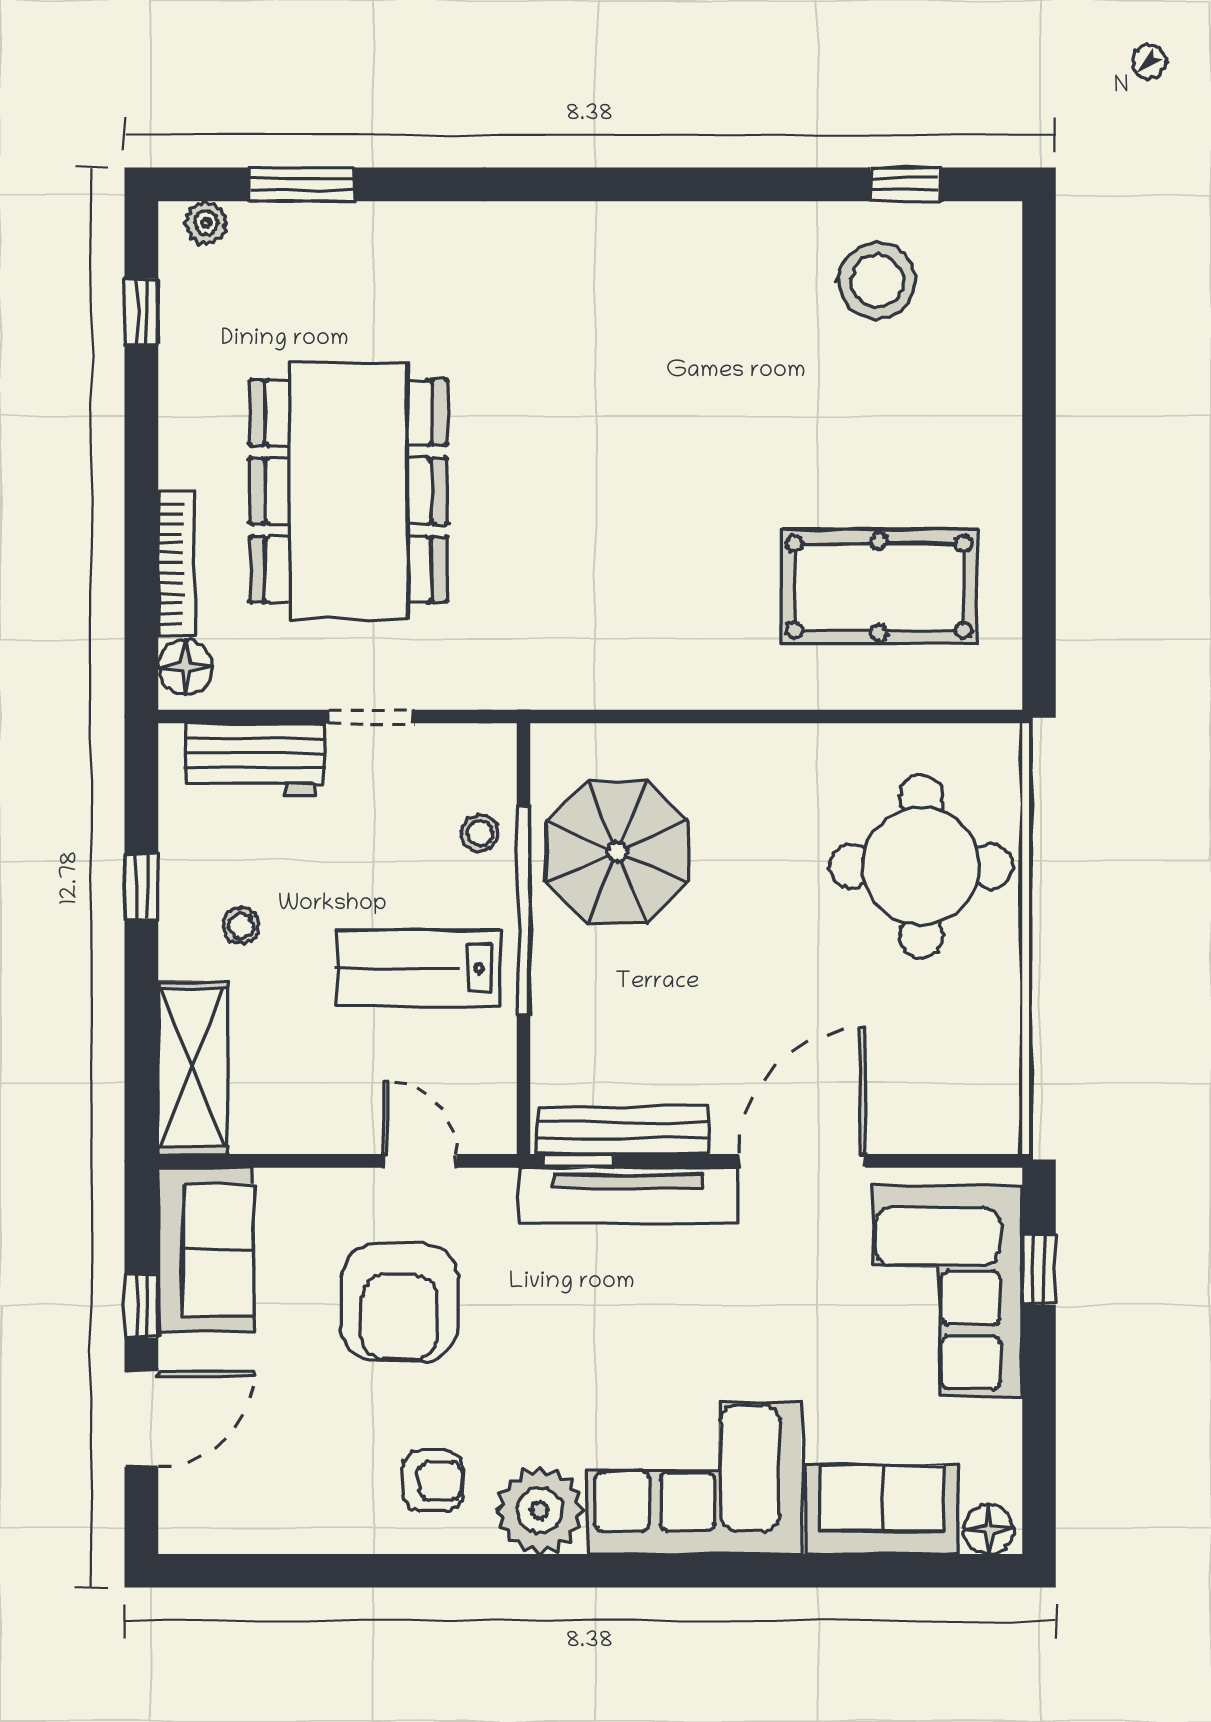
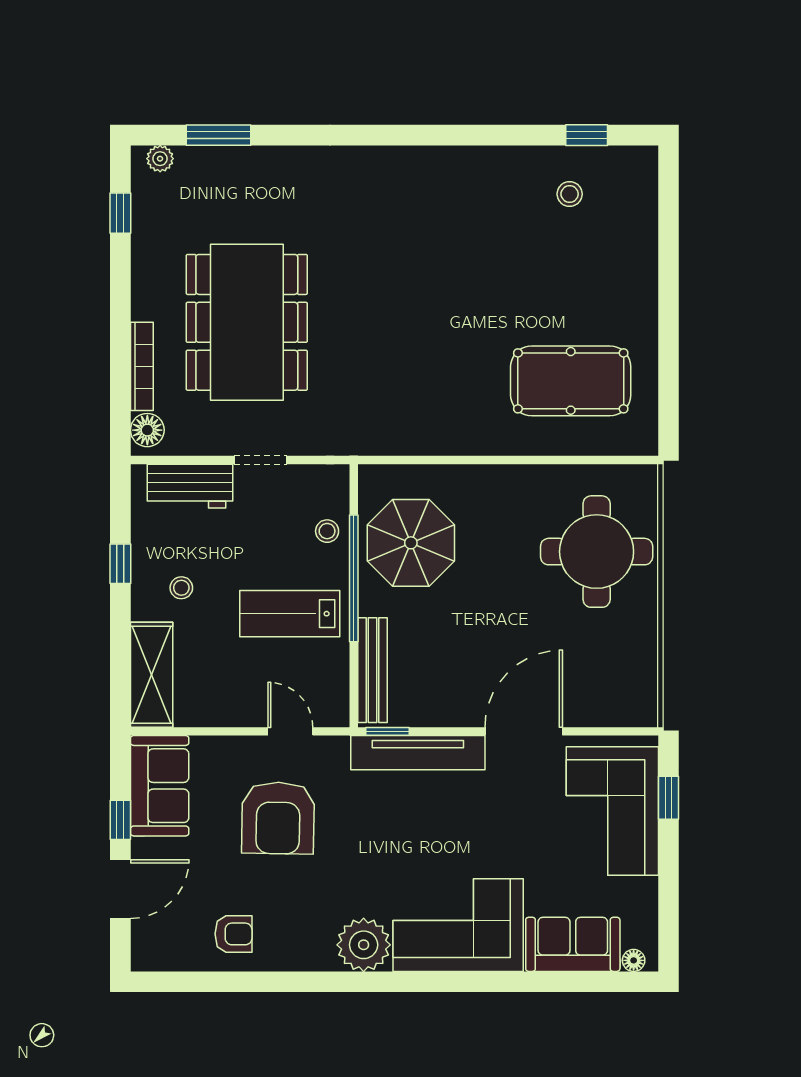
stool: (877, 281) -> (570, 194), width x0.53, depth x0.53
bench: (623, 1130) -> (372, 670), moved, turned 90
armchair: (433, 1481) -> (233, 934), moved
floor lamp: (989, 1529) -> (634, 960), width x0.73, depth x0.73

